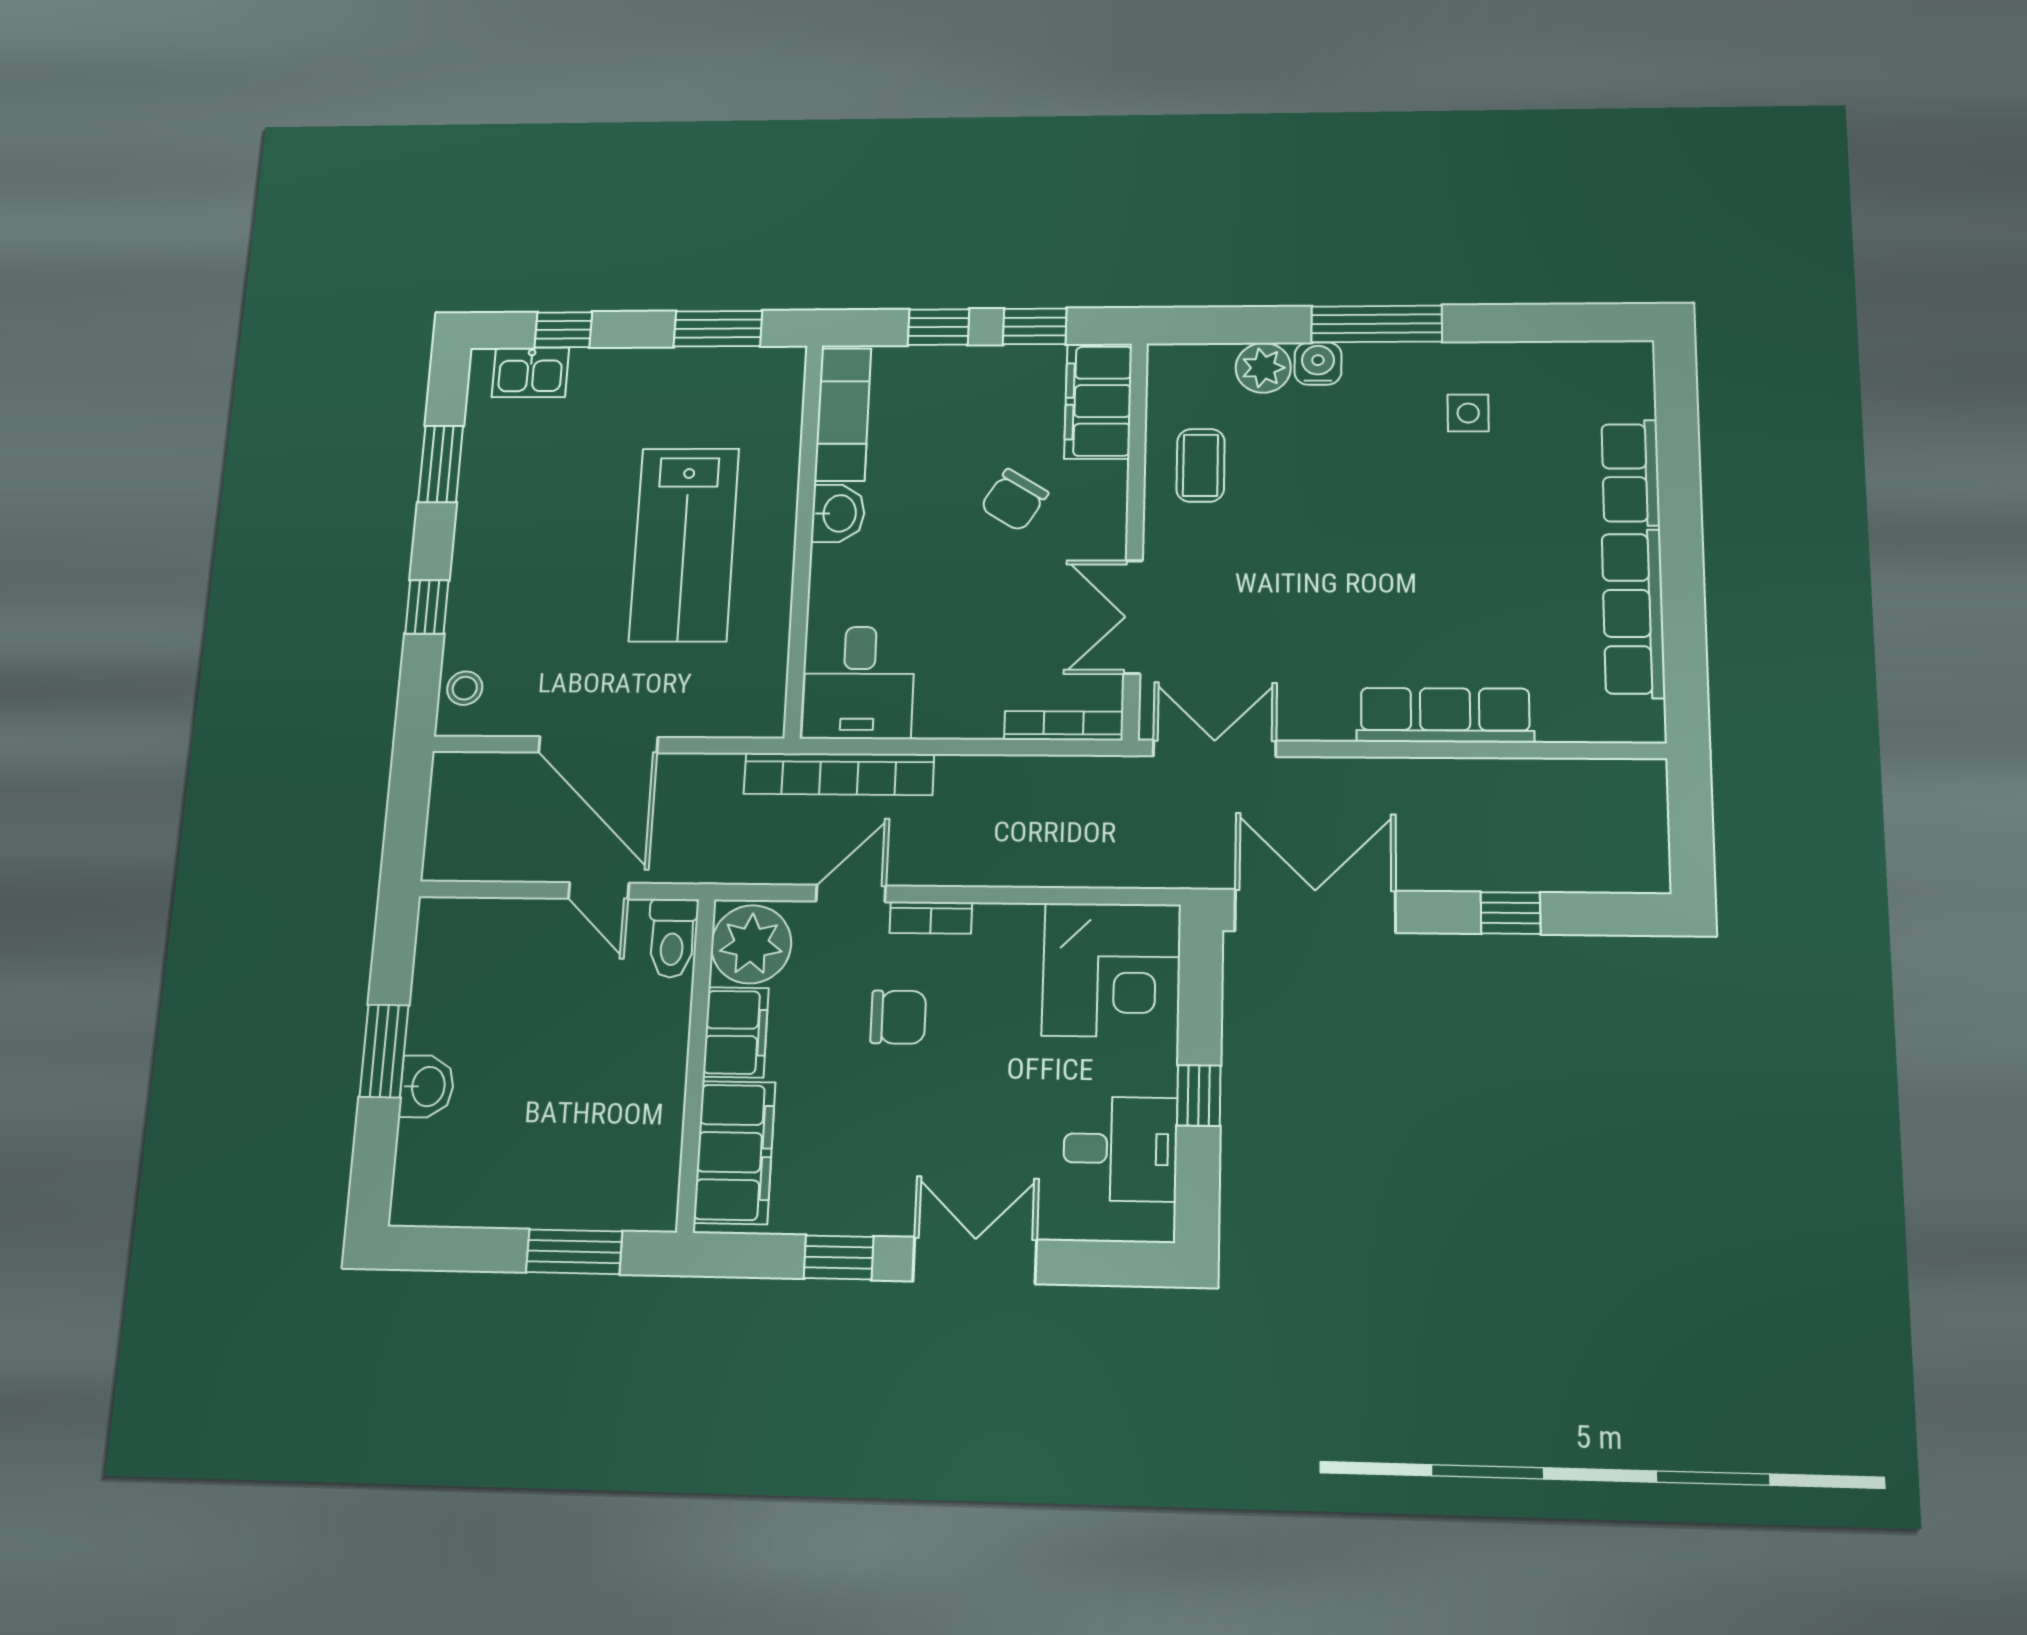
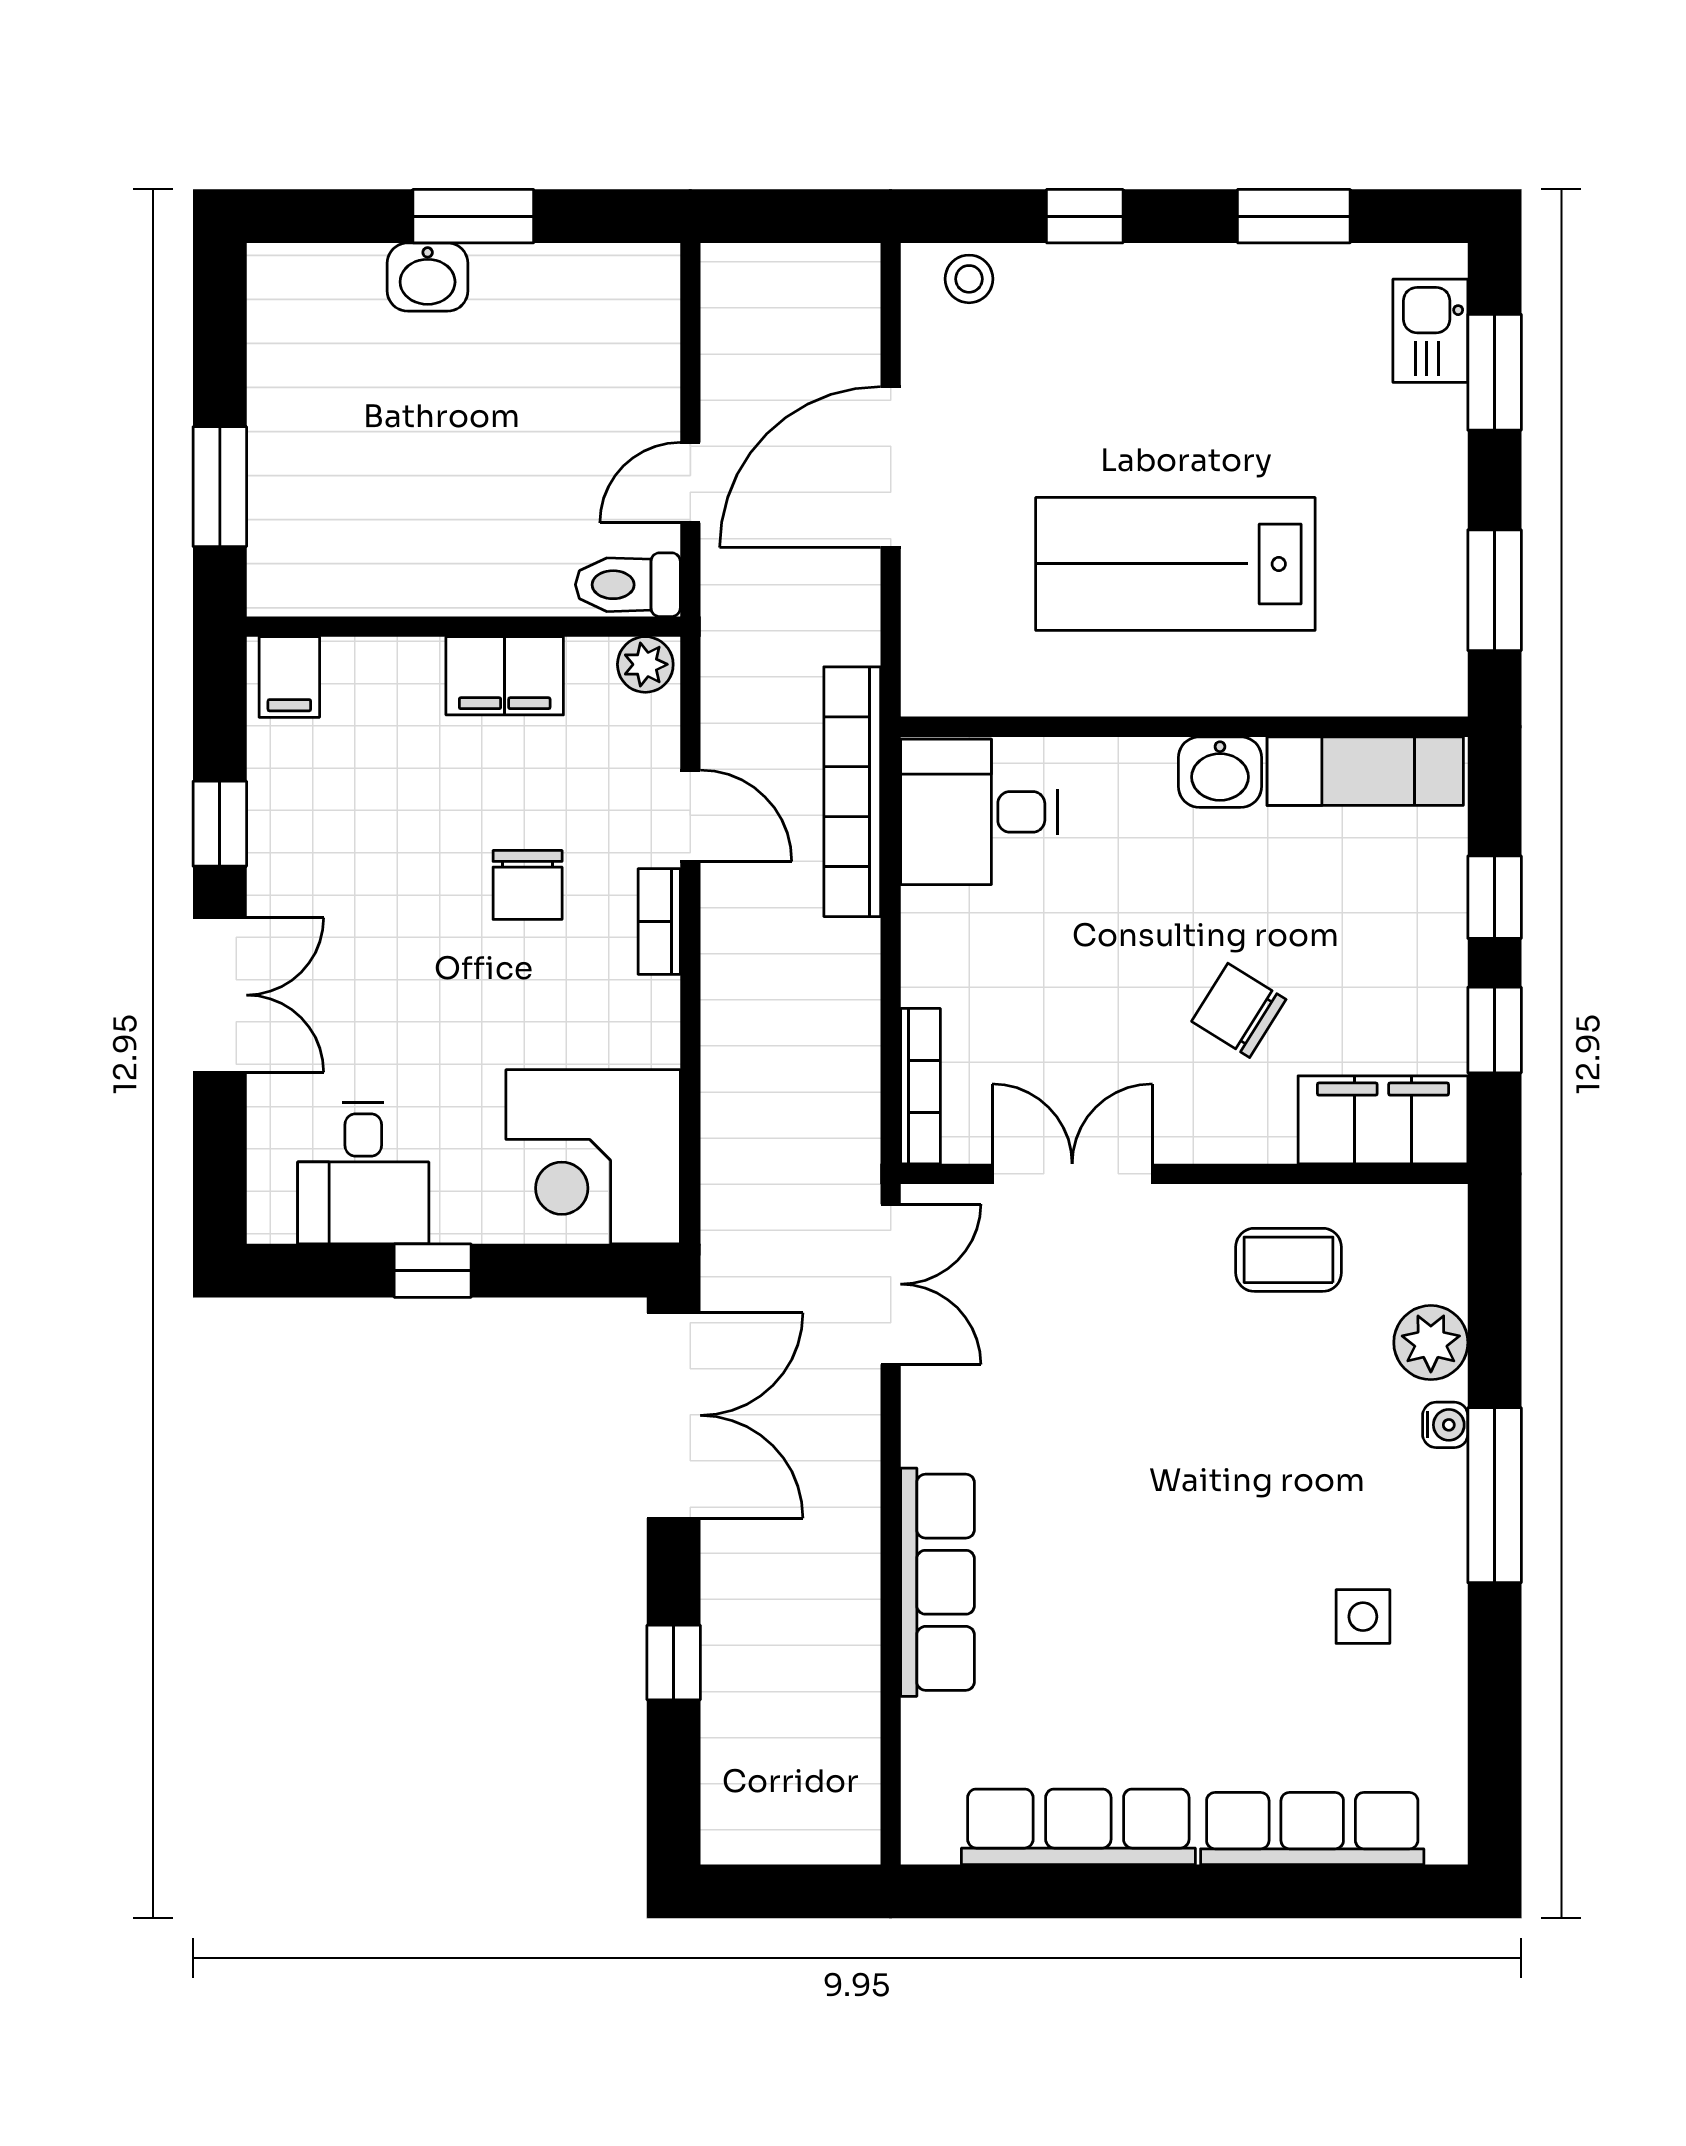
window: (563, 330) -> (1495, 372), width x1.50
water cooler: (1318, 364) -> (1445, 1425), width x0.72, depth x0.72
row of seats: (1631, 473) -> (1312, 1829), width x1.48
plant: (751, 944) -> (645, 664), width x0.53, depth x0.53
filing cabinet: (735, 1152) -> (289, 677), width x0.33, depth x0.86

